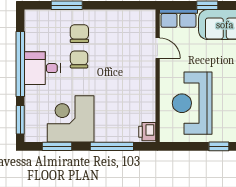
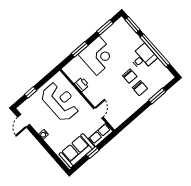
door: (158, 48) -> (98, 113), swing flipped
corner desk: (71, 119) -> (98, 56), moved
printer: (147, 132) -> (82, 84), moved
window: (112, 146) -> (80, 49), width x0.69

